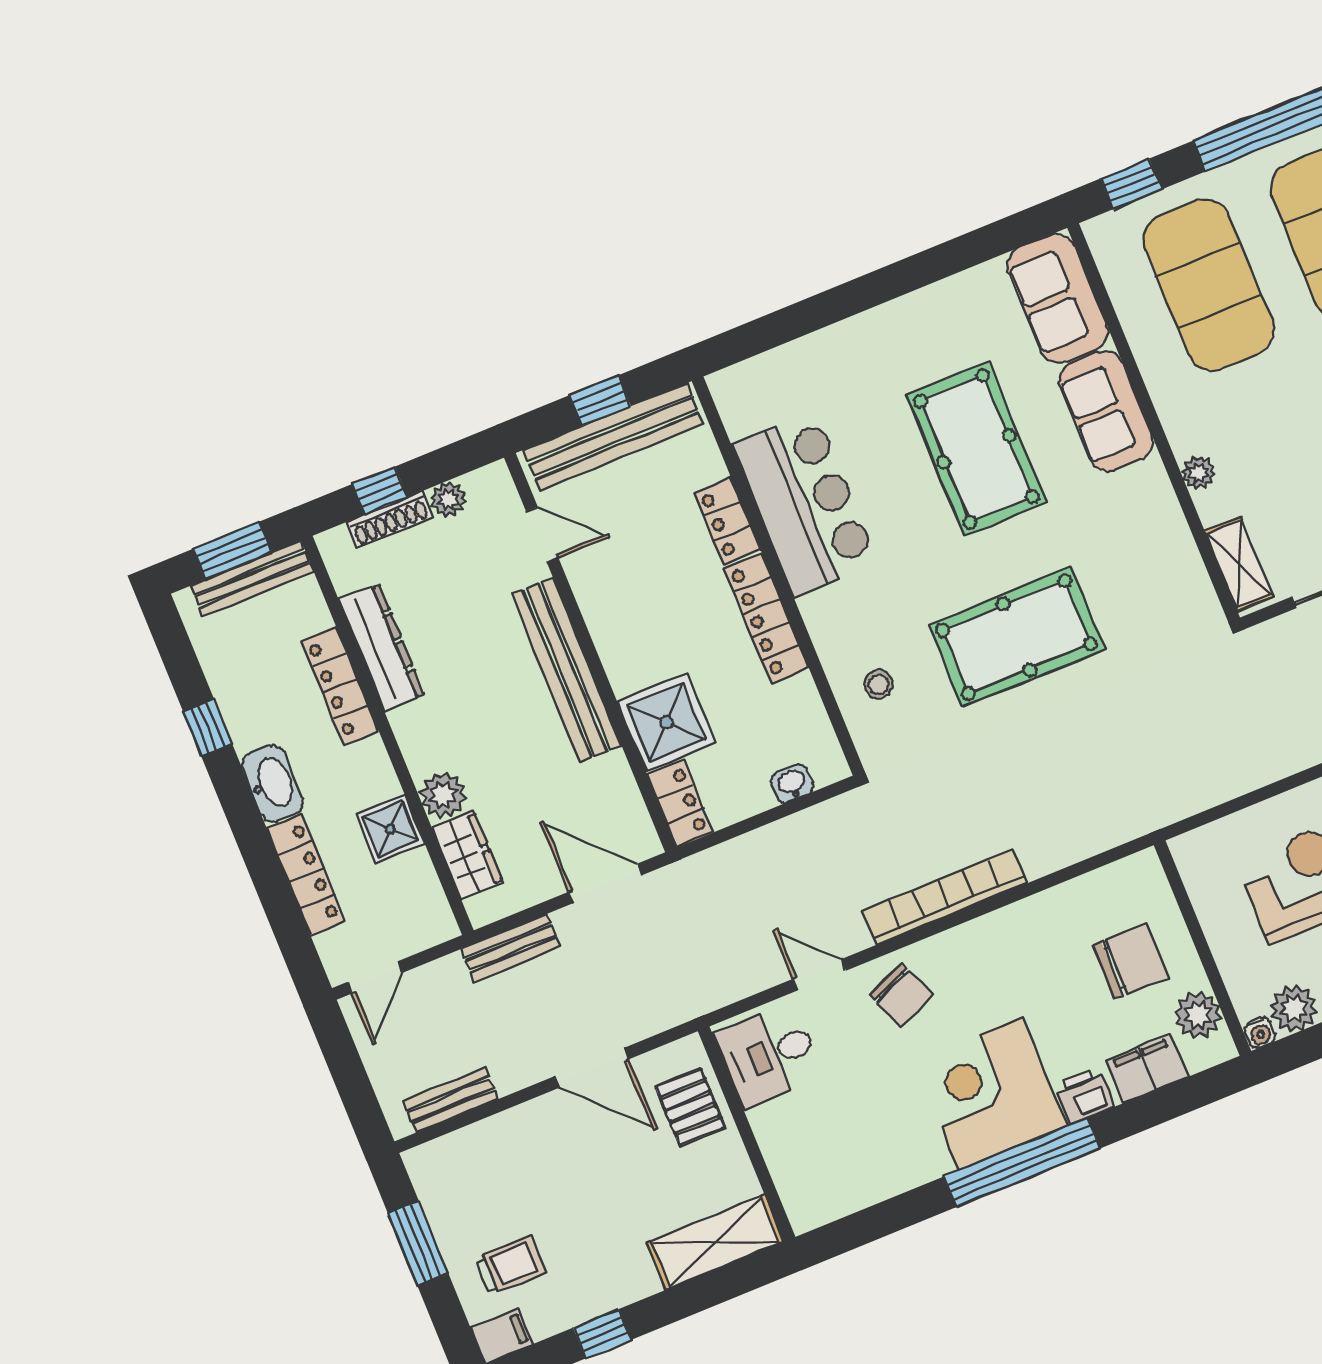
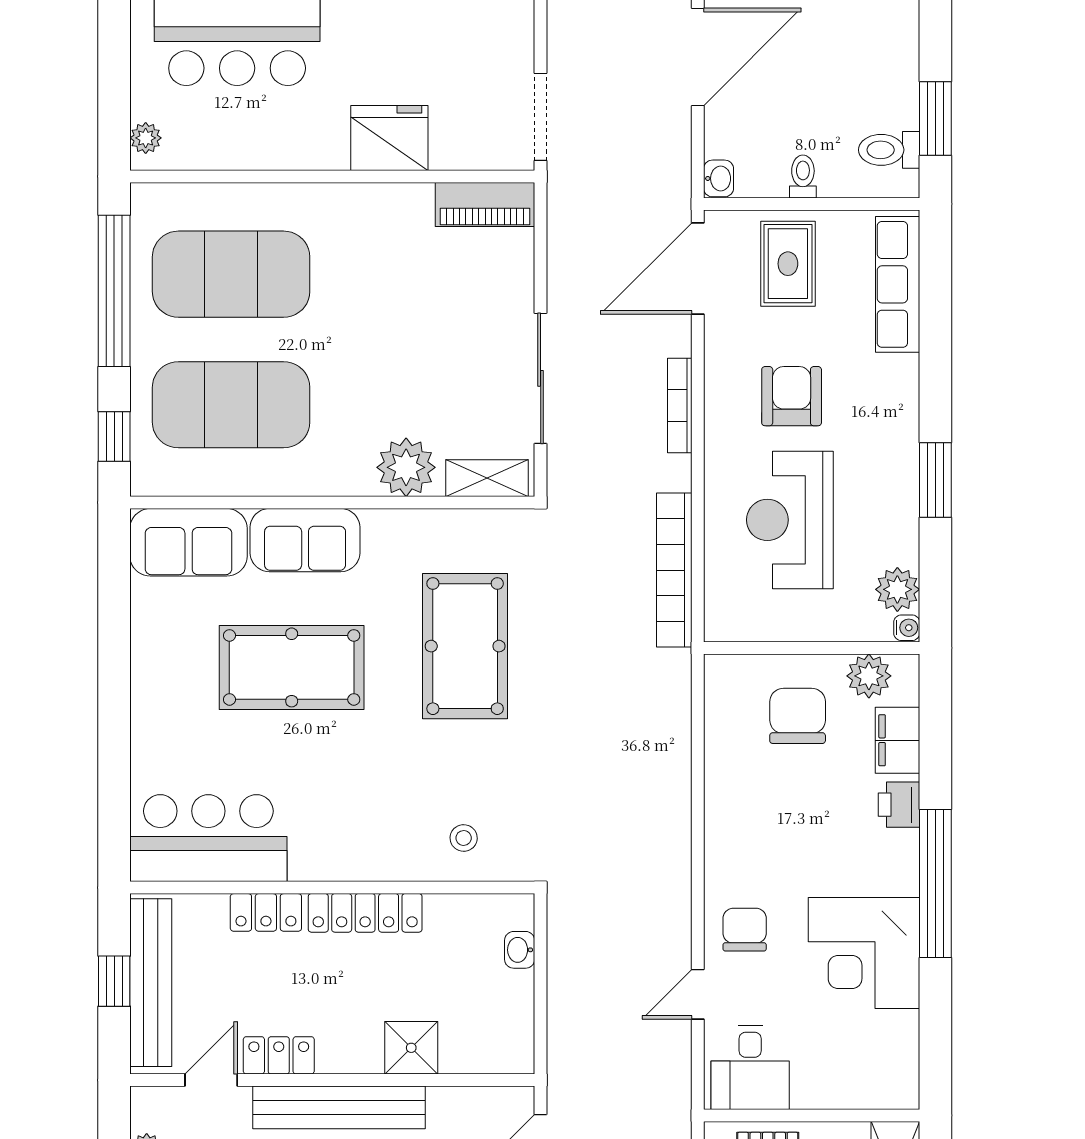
plant: (1198, 473) -> (406, 467), width x1.88, depth x1.88
bar counter: (805, 504) -> (208, 838), moved
pool table: (1017, 637) -> (465, 646), moved
shower: (667, 722) -> (411, 1048), width x0.73, depth x0.73
locker: (680, 804) -> (279, 1055), moved
bookcase: (945, 897) -> (674, 570), moved
chair: (901, 995) -> (745, 930), turned -67
corner desk: (991, 1094) -> (864, 953), moved

